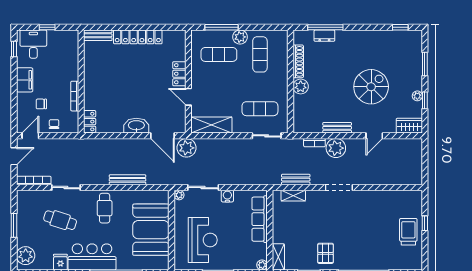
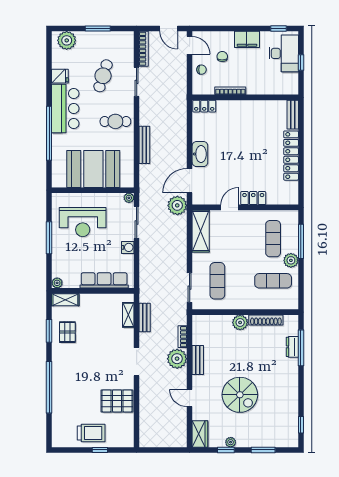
desk: (33, 44) -> (284, 53), width x1.37
pallet: (377, 207) -> (117, 401), added
pallet: (326, 253) -> (67, 332), moved, turned 90

